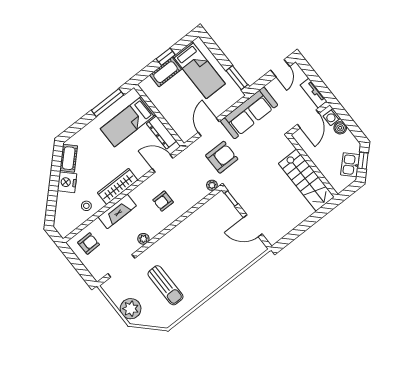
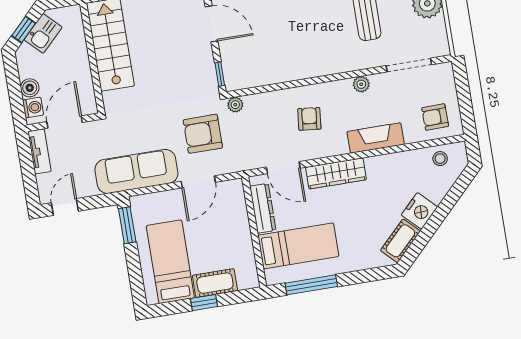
wardrobe: (118, 186) -> (336, 173), moved
armchair: (163, 201) -> (309, 119), turned -84
stool: (86, 206) -> (440, 159), moved

